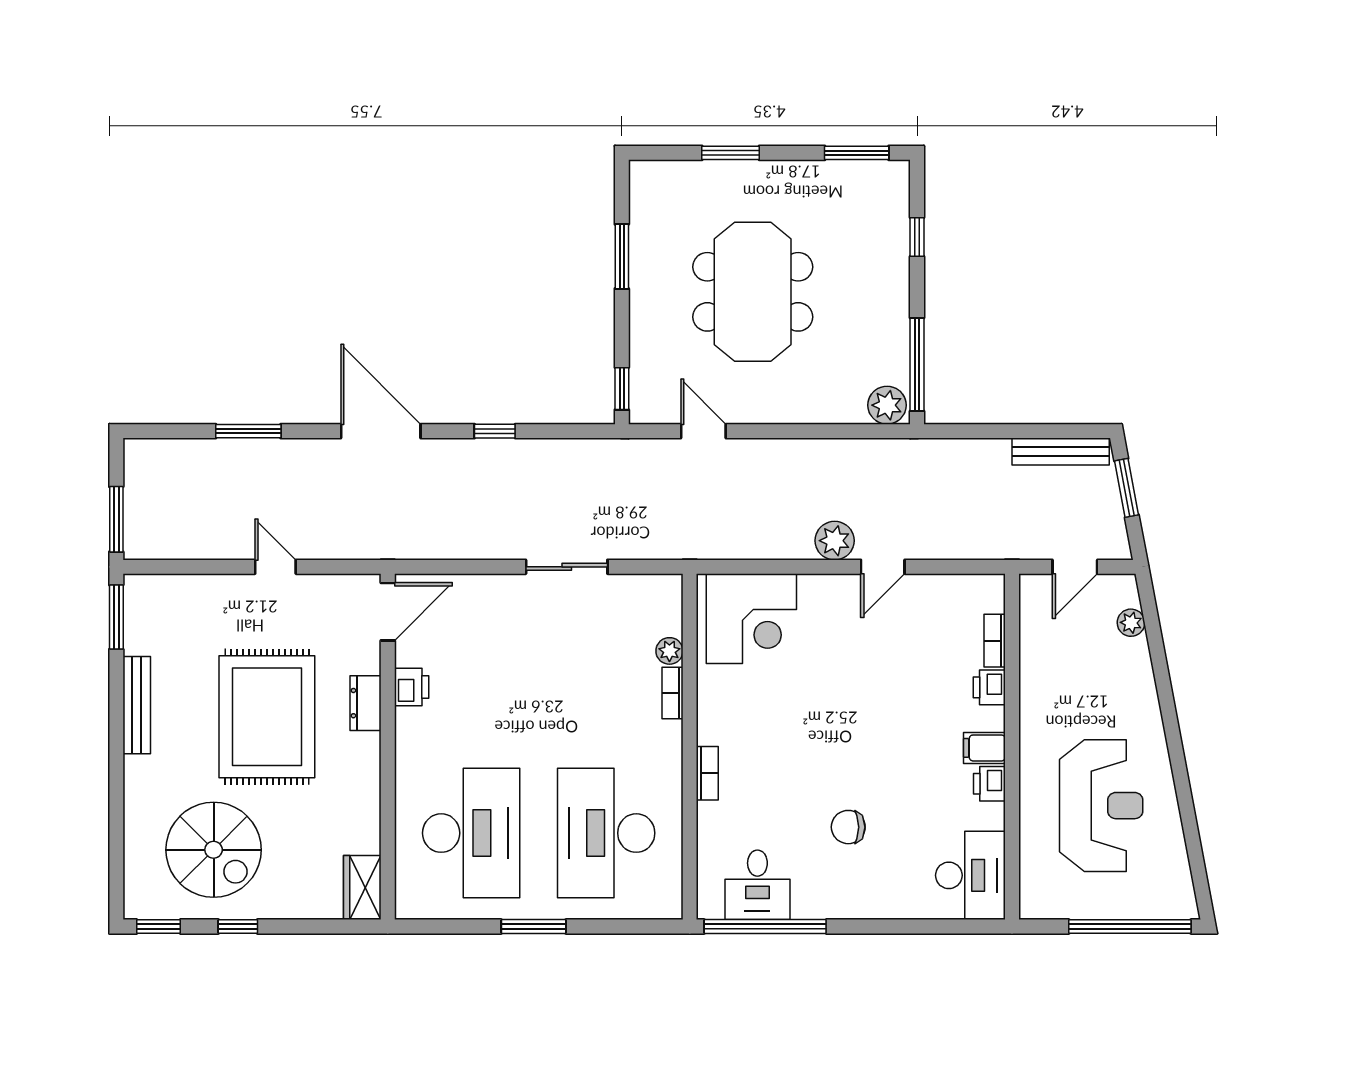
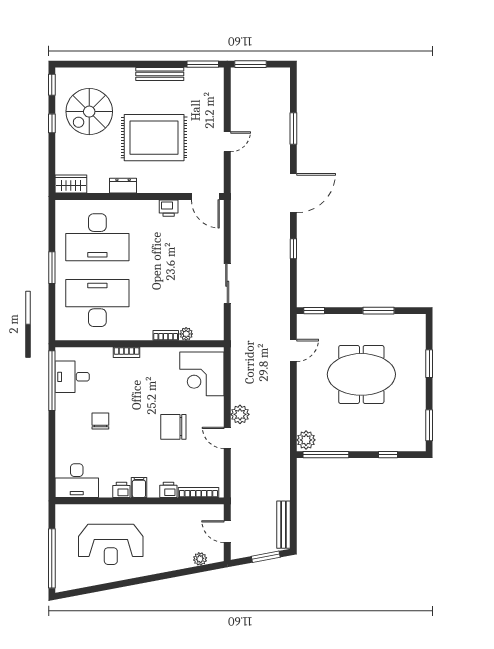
bookcase: (995, 641) -> (198, 492), width x1.56
chair: (860, 677) -> (173, 427), added
dresser: (366, 703) -> (123, 186), moved

